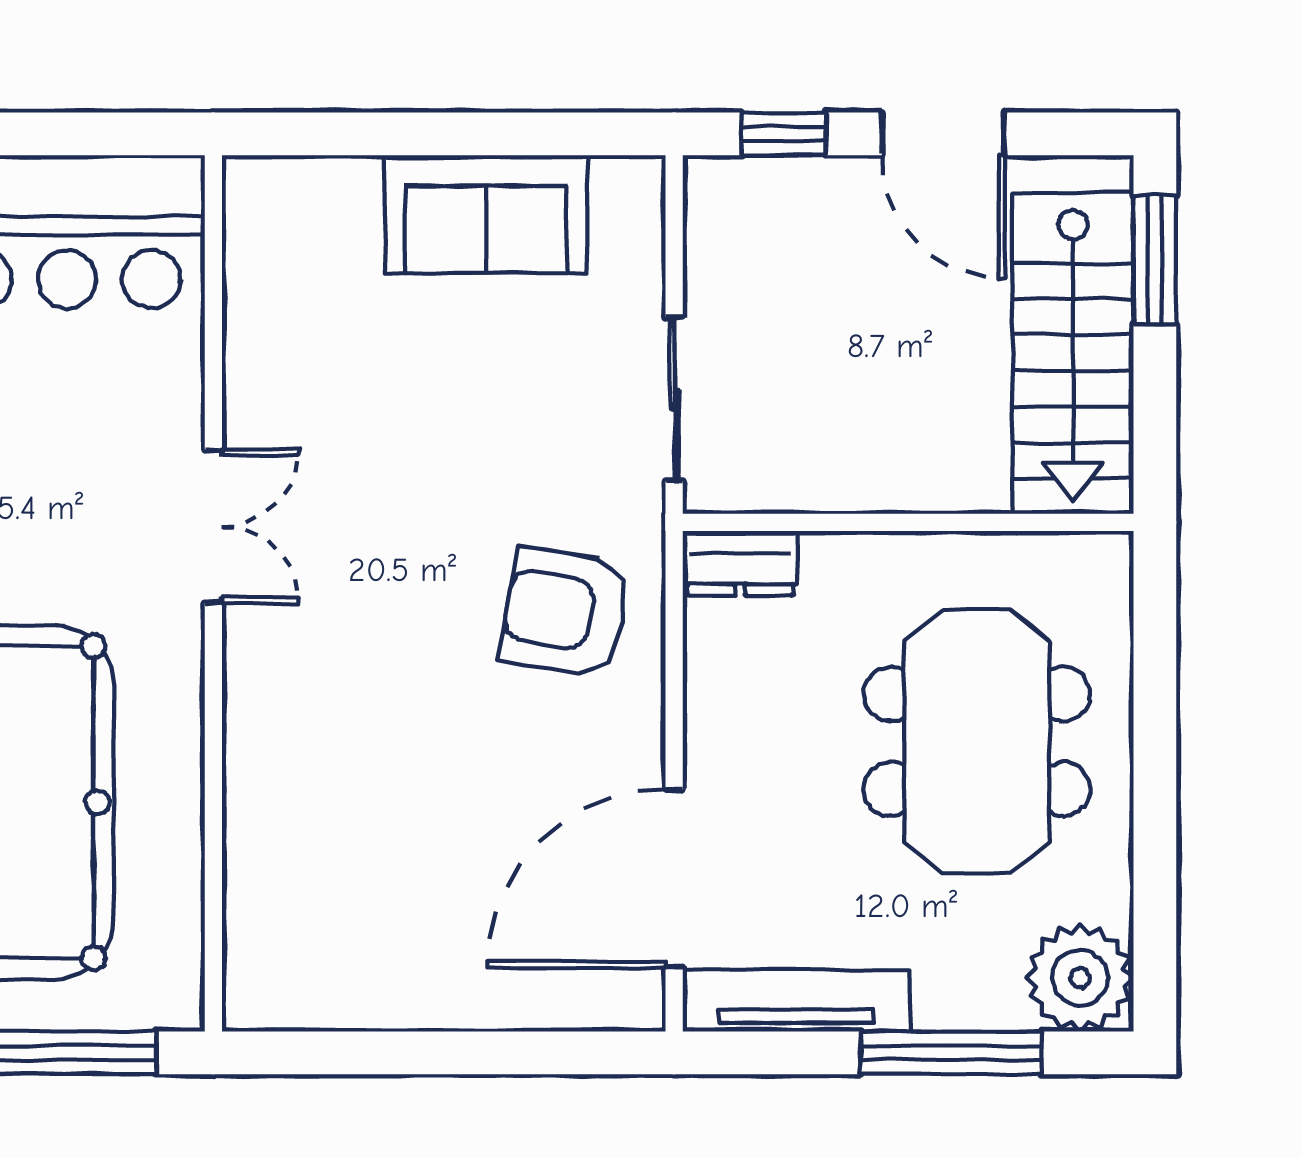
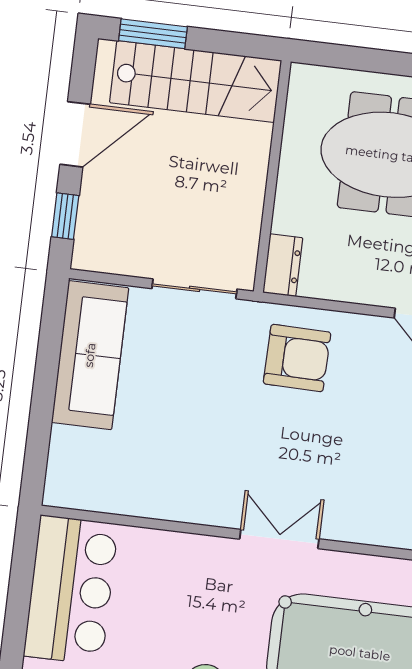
sofa: (486, 214) -> (90, 355), width x1.36
double door: (213, 526) -> (279, 539), moved
armchair: (565, 612) -> (297, 358), turned -99

